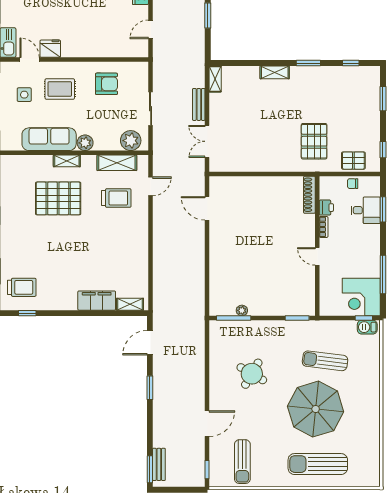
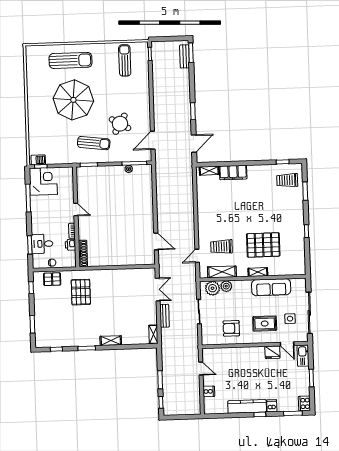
door: (151, 29) -> (201, 369), hinge flipped
plant: (85, 143) -> (226, 286), moved
sun lounger: (325, 361) -> (94, 143), moved
door: (207, 424) -> (153, 140), moved

